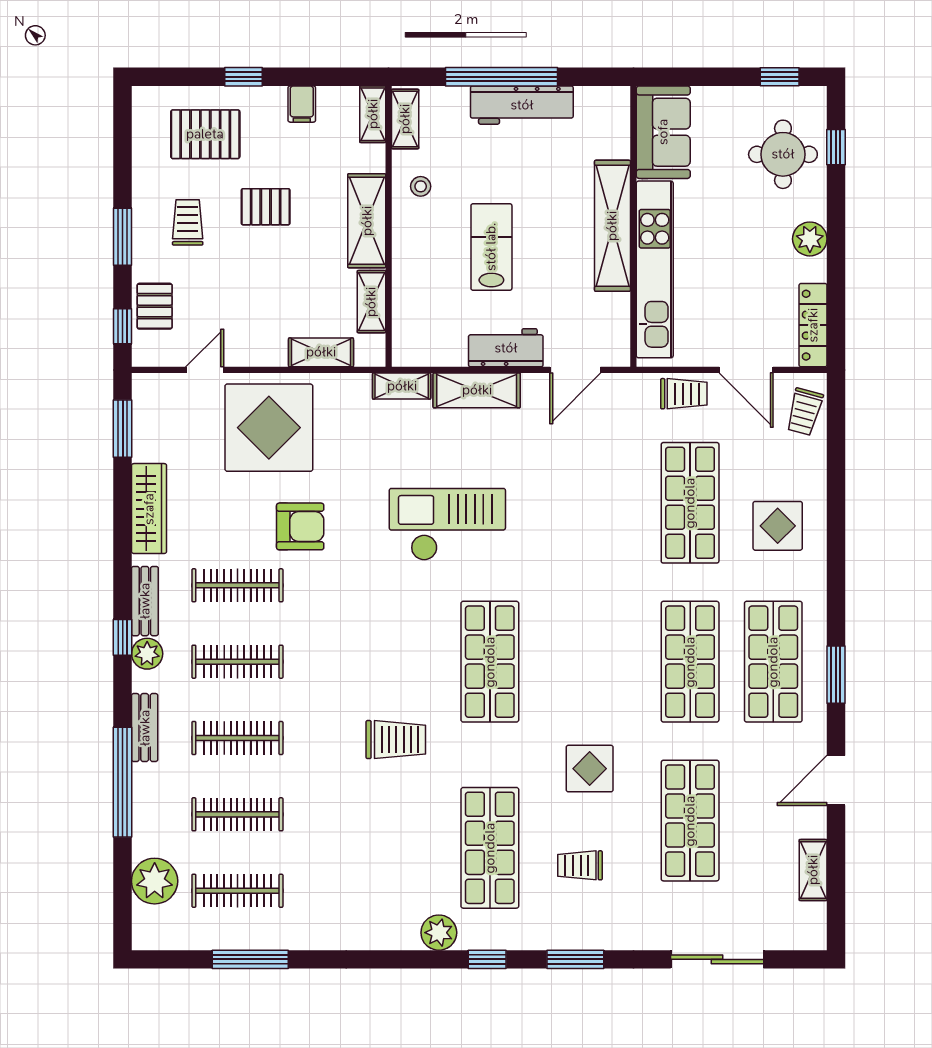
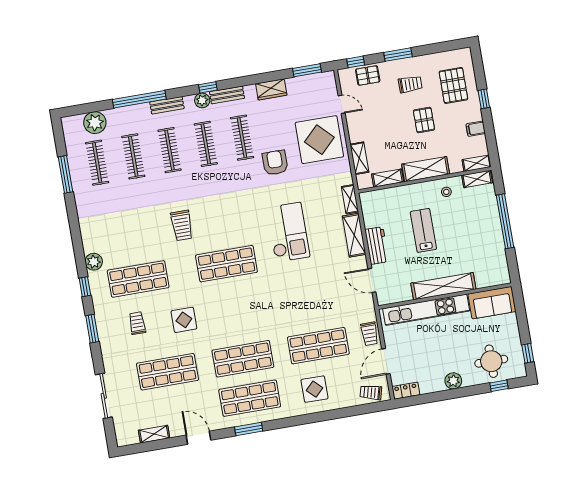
workbench: (522, 105) -> (493, 233), removed
lab bench: (491, 247) -> (423, 230), turned -90
locker: (813, 325) -> (406, 391), width x0.66
wardrobe: (149, 509) -> (271, 89), width x0.67
armchair: (300, 526) -> (275, 163), turned 180

